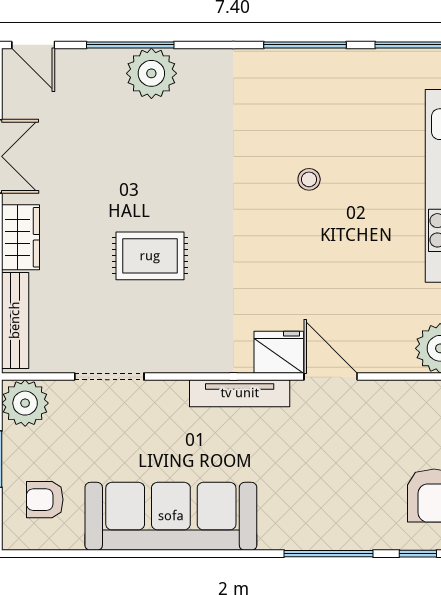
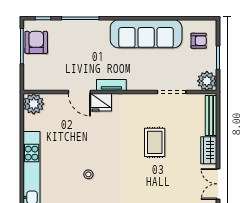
rug: (150, 256) -> (155, 142), turned 90
tv unit: (240, 393) -> (111, 85), width x0.71

